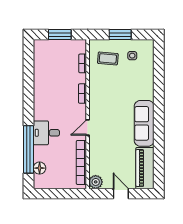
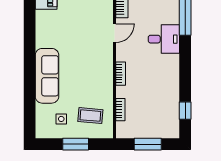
window: (29, 63) -> (185, 111), added
sofa: (144, 123) -> (47, 76), moved
desk: (46, 133) -> (164, 39), moved

